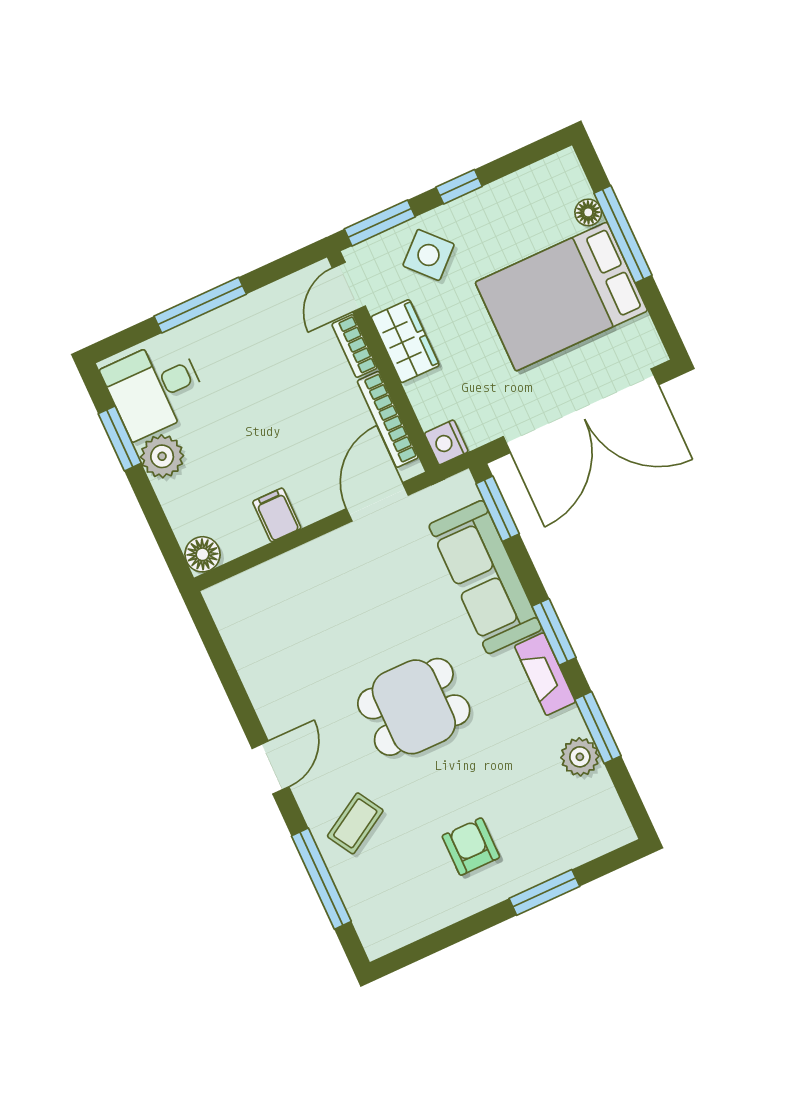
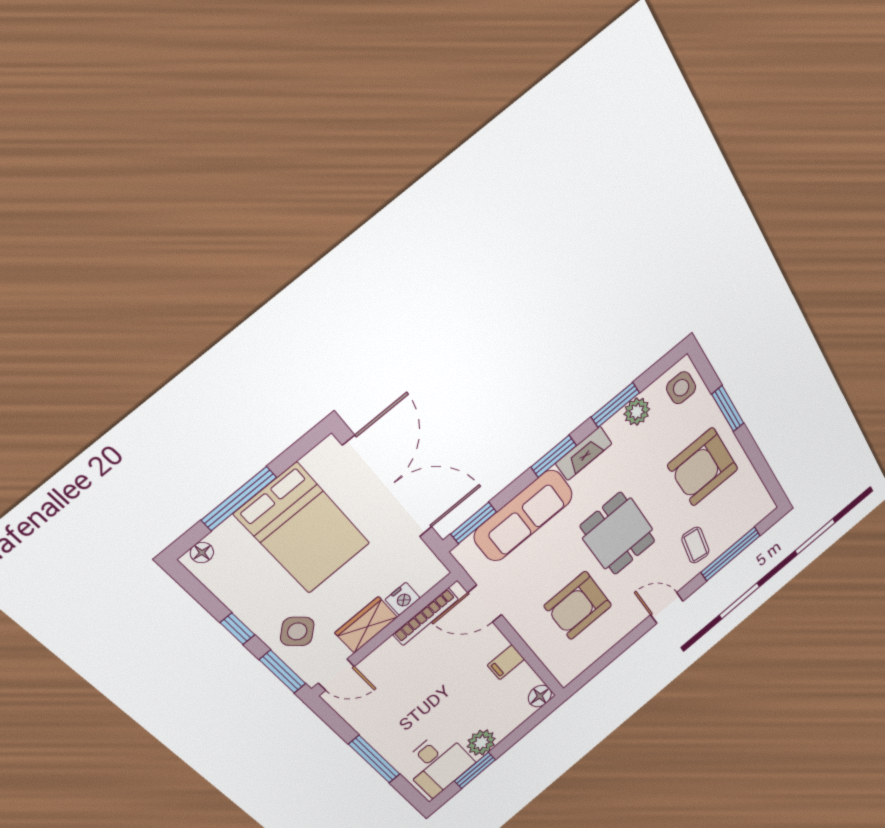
floor lamp: (588, 212) -> (202, 553), moved
bookcase: (355, 346) -> (378, 656), removed
nightstand: (446, 442) -> (403, 599), moved
armchair: (325, 633) -> (578, 606), added
coffee table: (355, 823) -> (695, 545), turned 41
side table: (594, 825) -> (681, 388), added
armchair: (471, 847) -> (703, 467), width x1.88, depth x1.88

